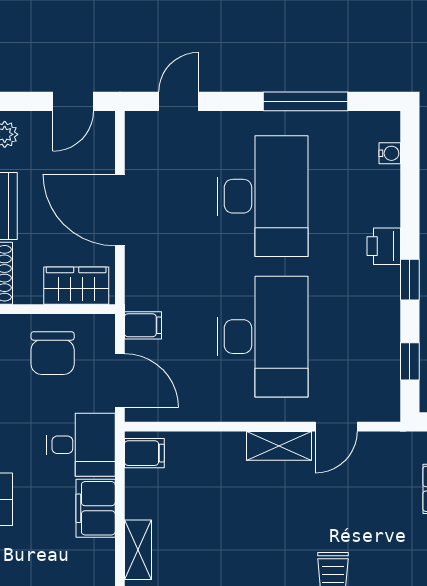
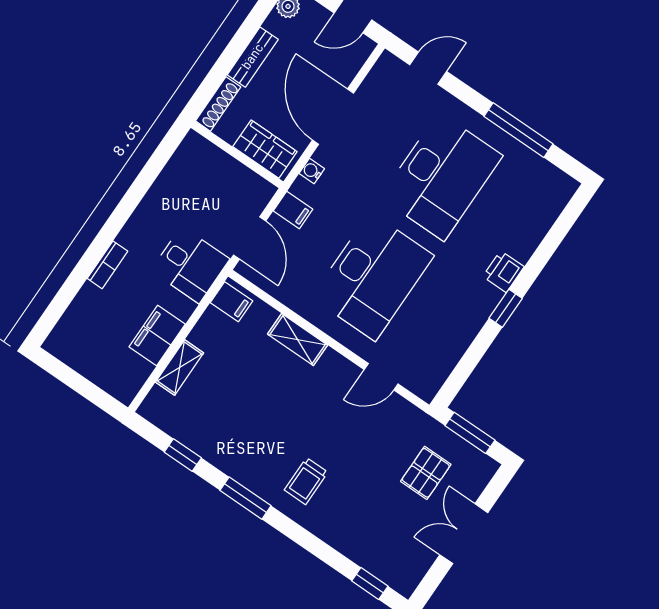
water cooler: (390, 153) -> (312, 171), moved, turned 180
chair: (53, 353) -> (215, 186), removed
window: (410, 361) -> (466, 367), removed
shelving: (279, 446) -> (298, 340), moved
filing cabinet: (96, 508) -> (157, 336), moved

